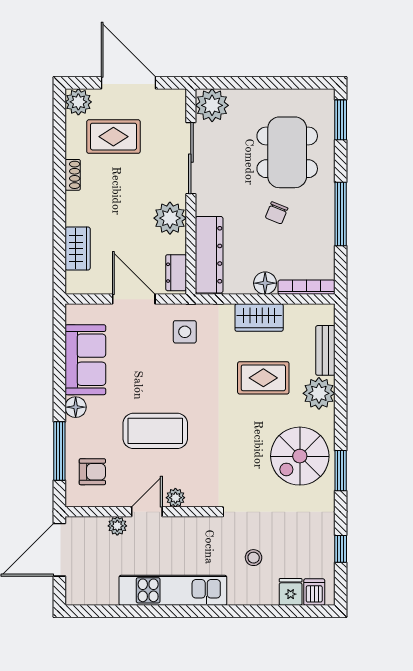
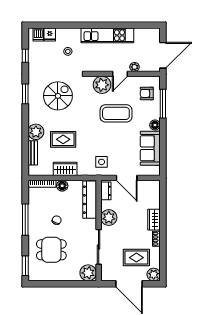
dining table: (287, 152) -> (51, 250), width x0.73
wardrobe: (78, 248) -> (154, 220), moved
spiral stairs: (300, 456) -> (58, 96), moved
plant: (175, 498) -> (102, 85), width x1.87, depth x1.87

